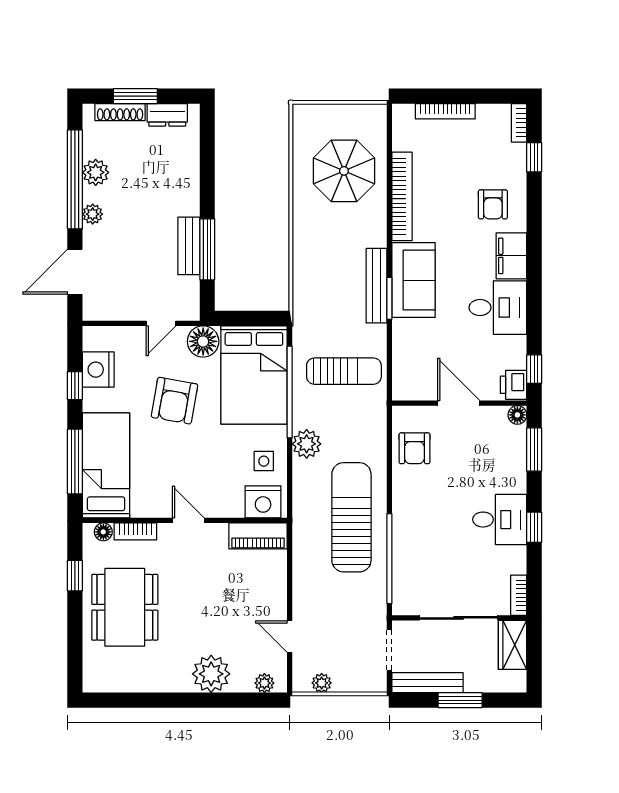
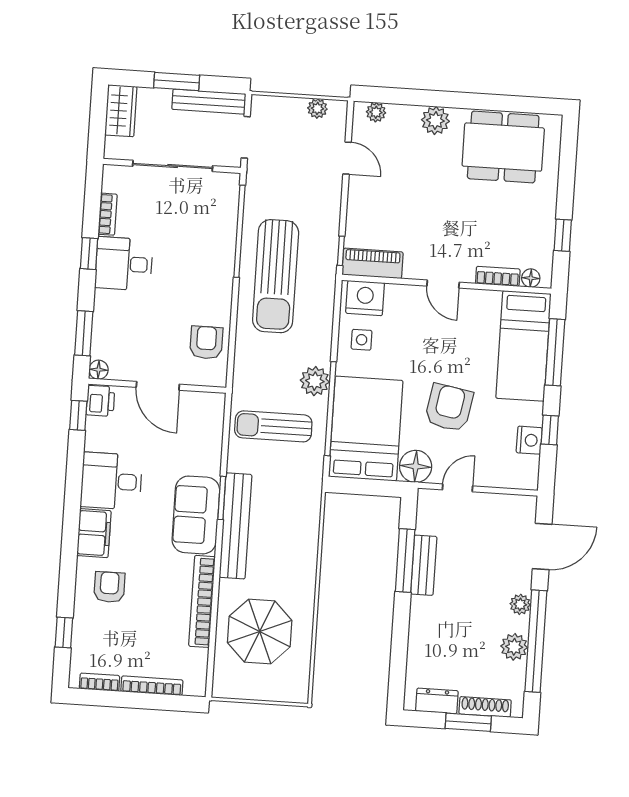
bookcase: (519, 123) -> (99, 682), moved, turned -90
bench: (377, 286) -> (235, 526), width x1.37, depth x1.21
nightstand: (98, 370) -> (529, 440), width x0.74, depth x0.75
plant: (307, 444) -> (315, 381), moved
window: (290, 546) -> (341, 251), added
bookcase: (519, 595) -> (108, 214), moved
dining table: (125, 607) -> (503, 147), moved, turned 90
wardrobe: (512, 645) -> (121, 111), moved
plant: (211, 674) -> (435, 121), width x0.73, depth x0.73

